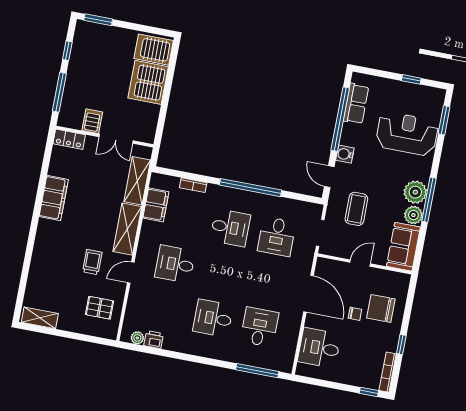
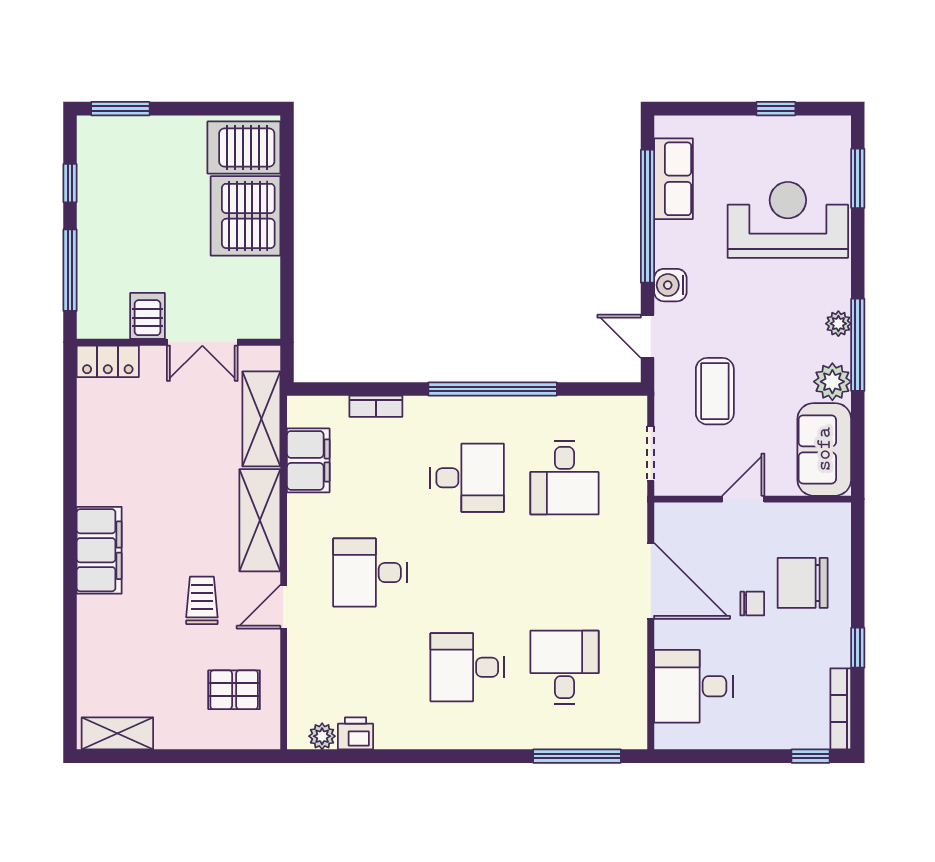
plant: (415, 192) -> (838, 324), width x0.53, depth x0.53
filing cabinet: (54, 198) -> (99, 550), moved

